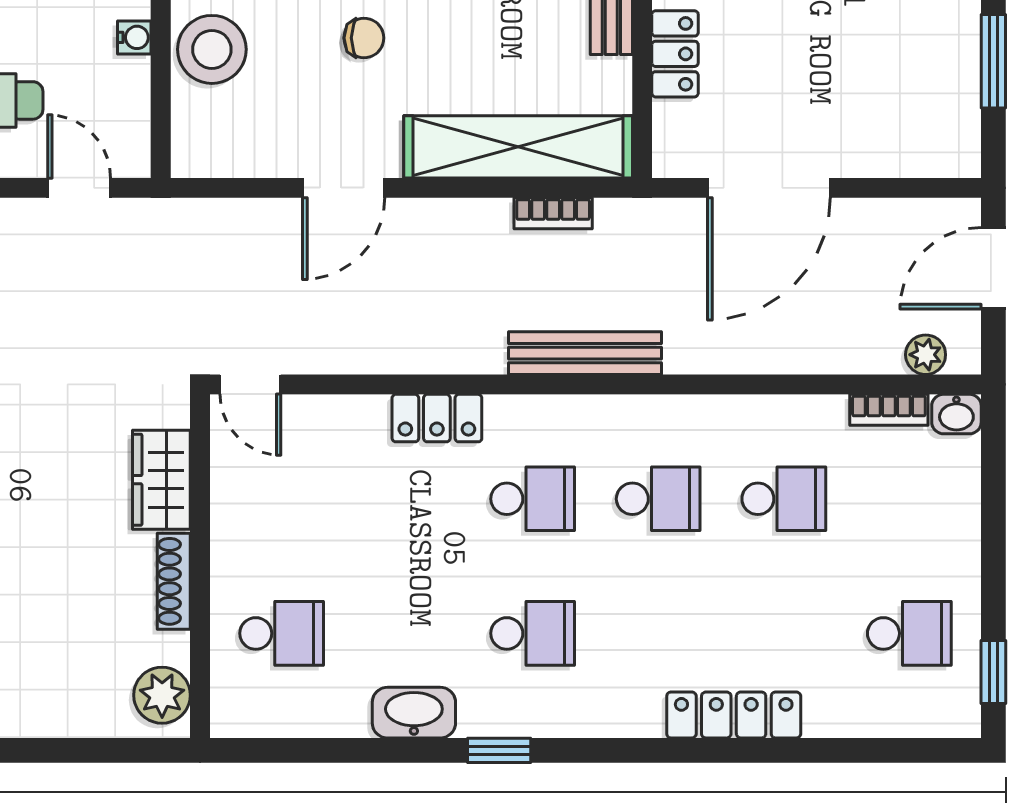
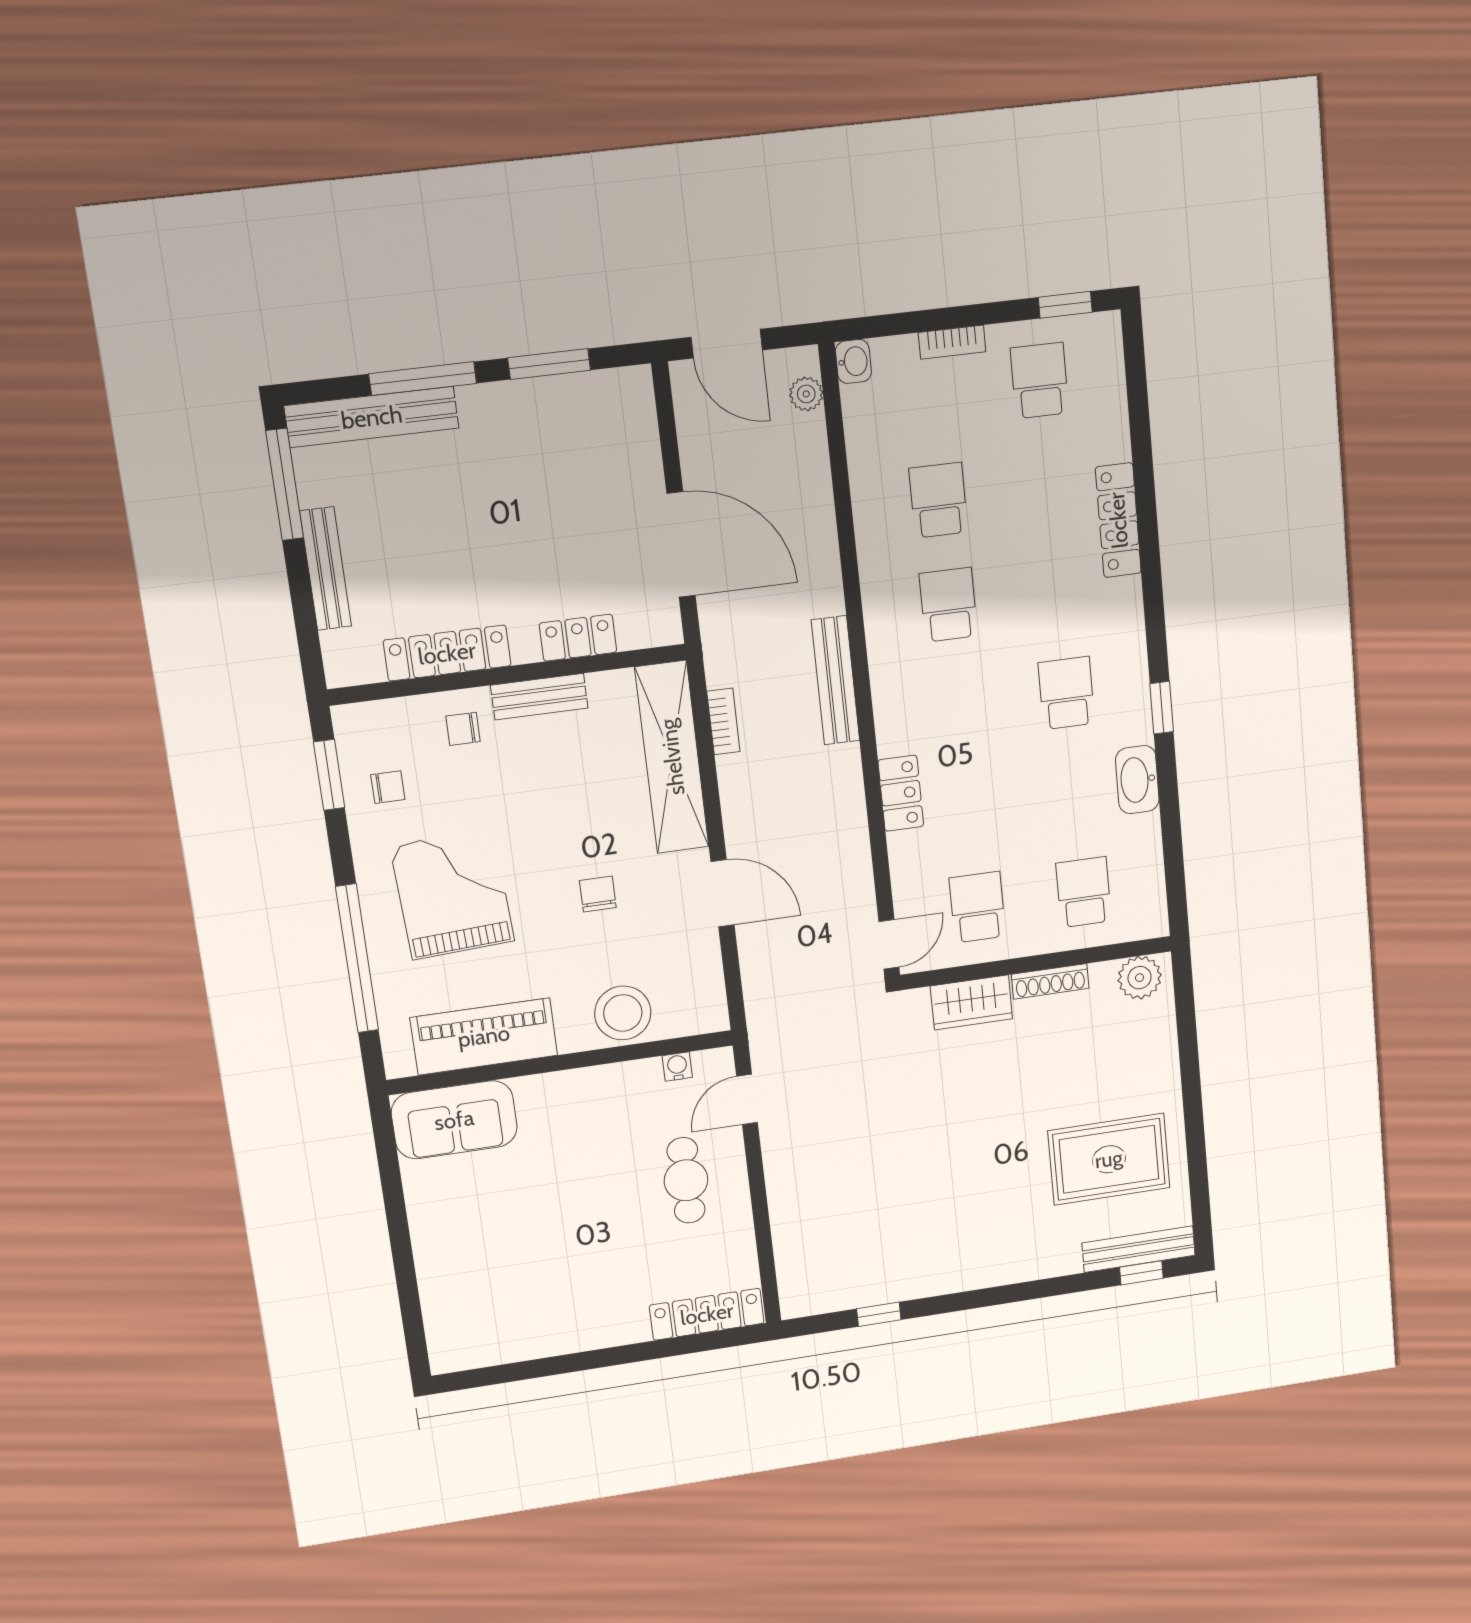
water cooler: (134, 37) -> (677, 1067), moved
bookcase: (889, 410) -> (952, 342), moved, turned 90
school desk: (533, 499) -> (977, 907), moved

